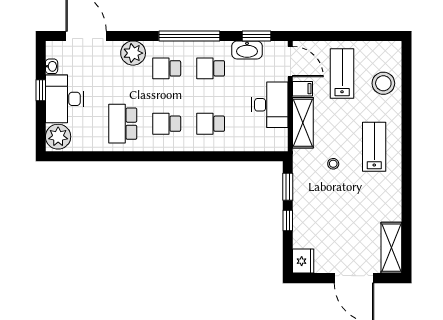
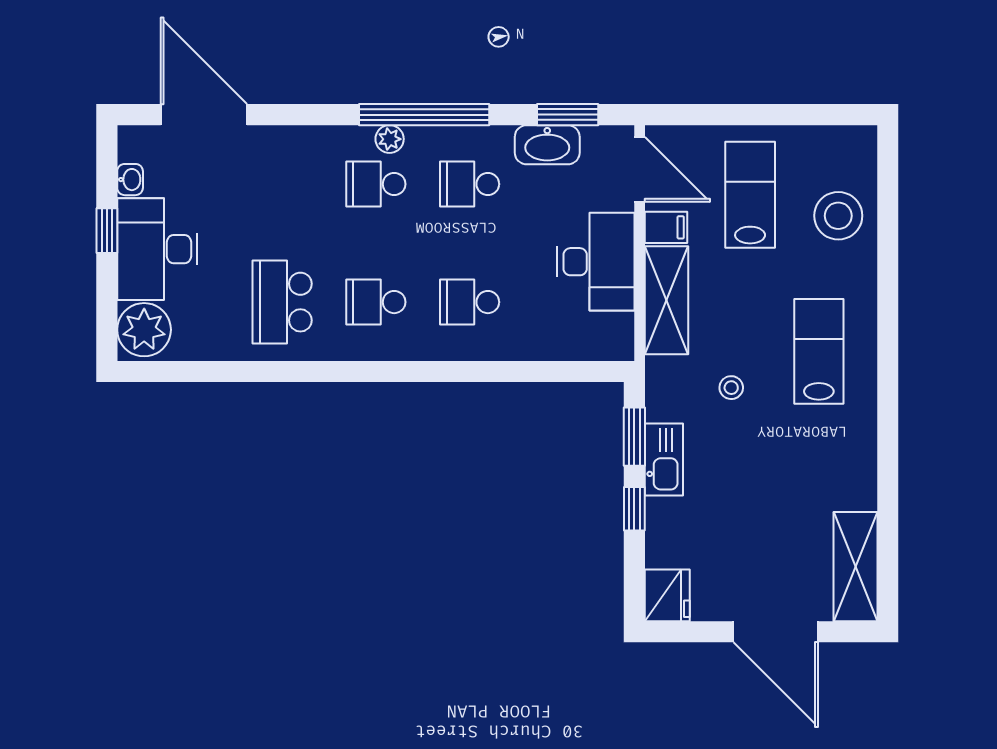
plant: (133, 53) -> (390, 139), moved, width x0.53, depth x0.53
kitchen sink: (302, 197) -> (664, 459), added

